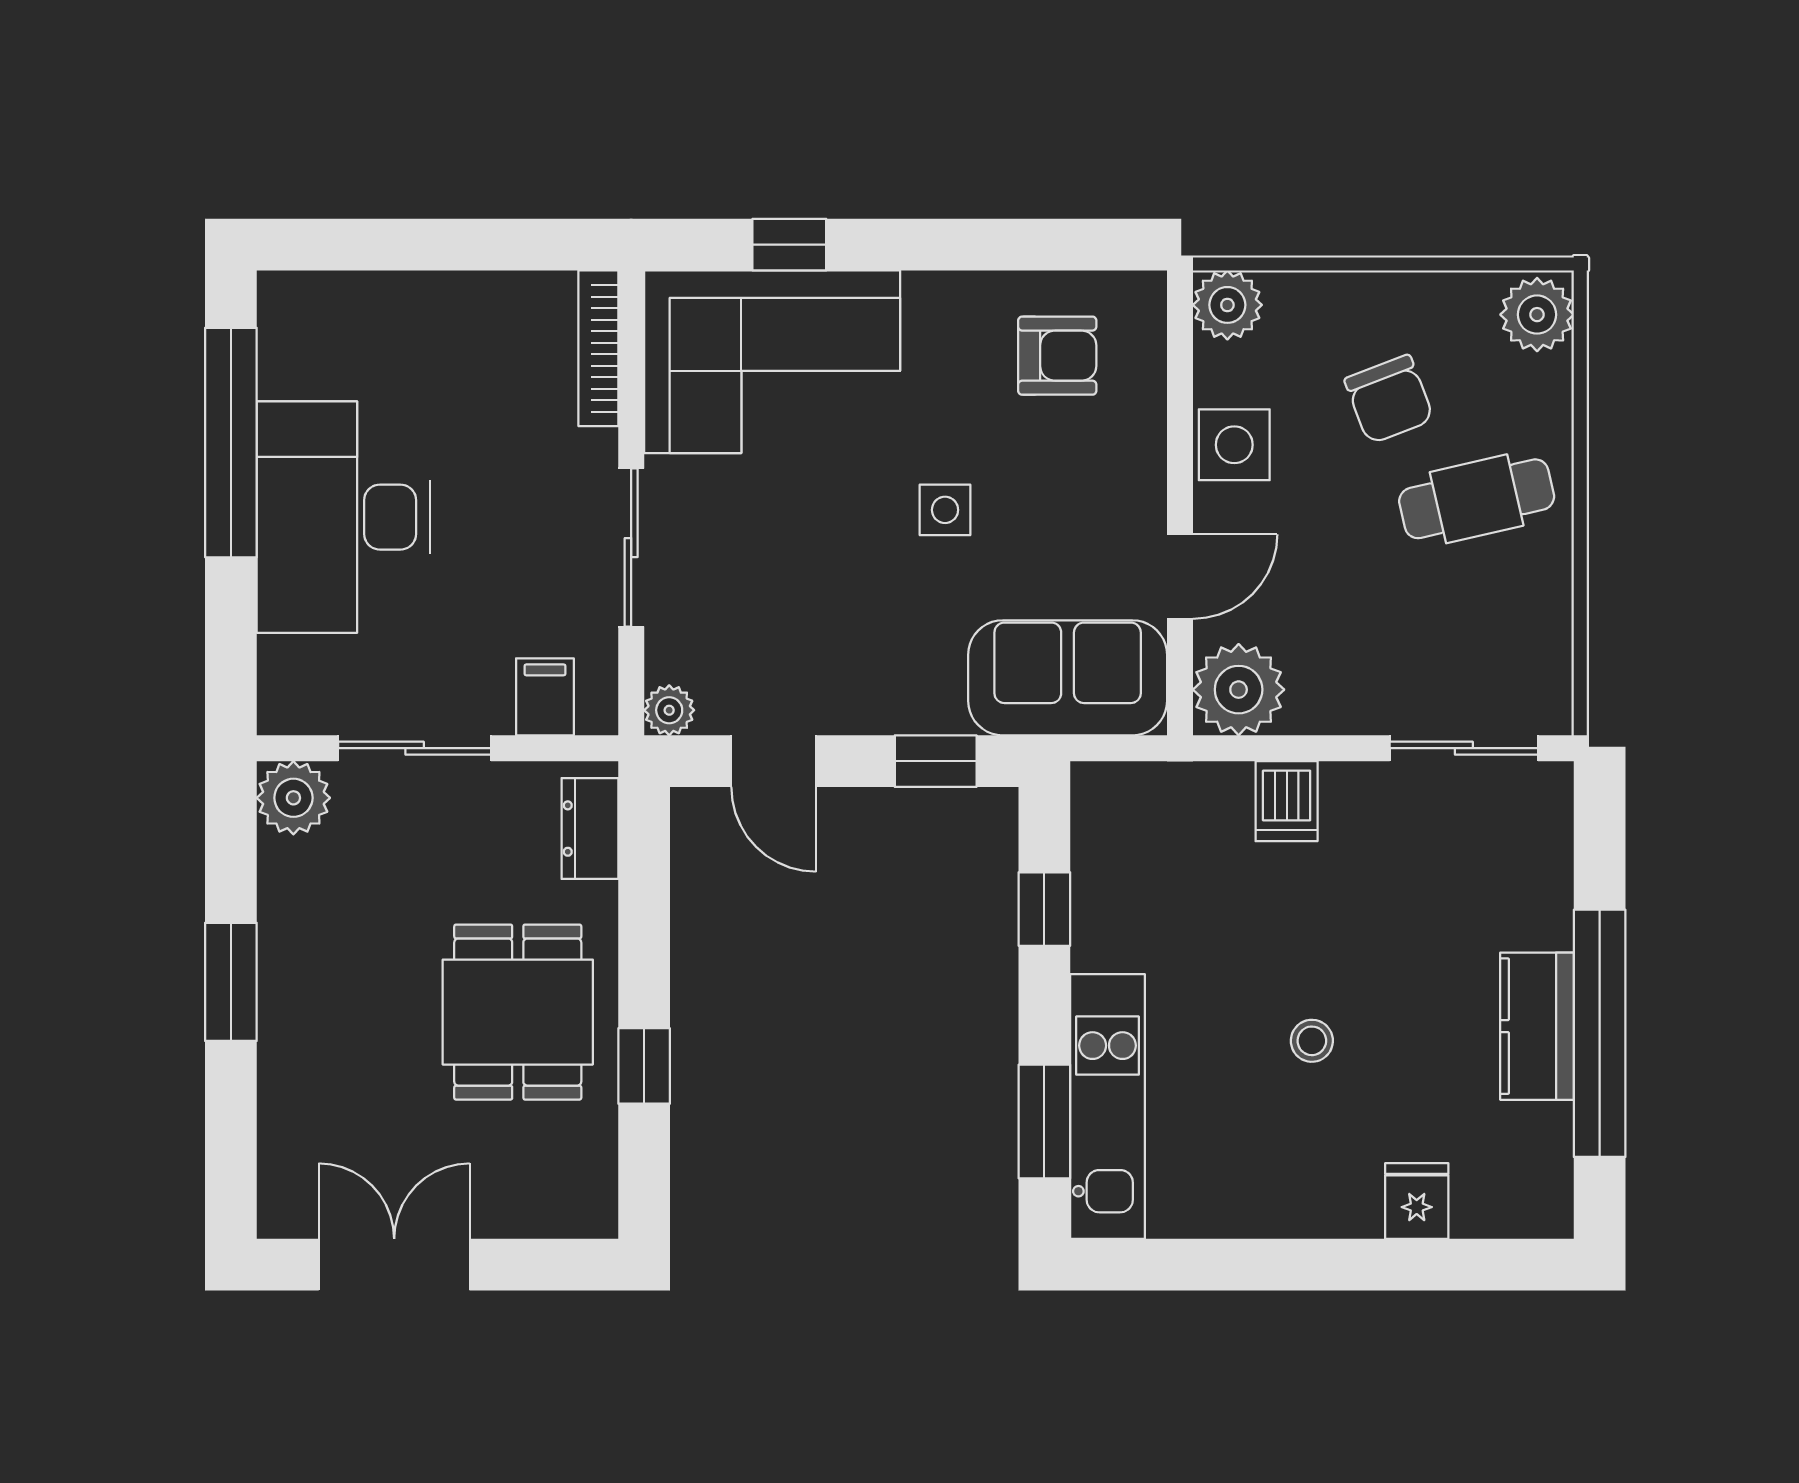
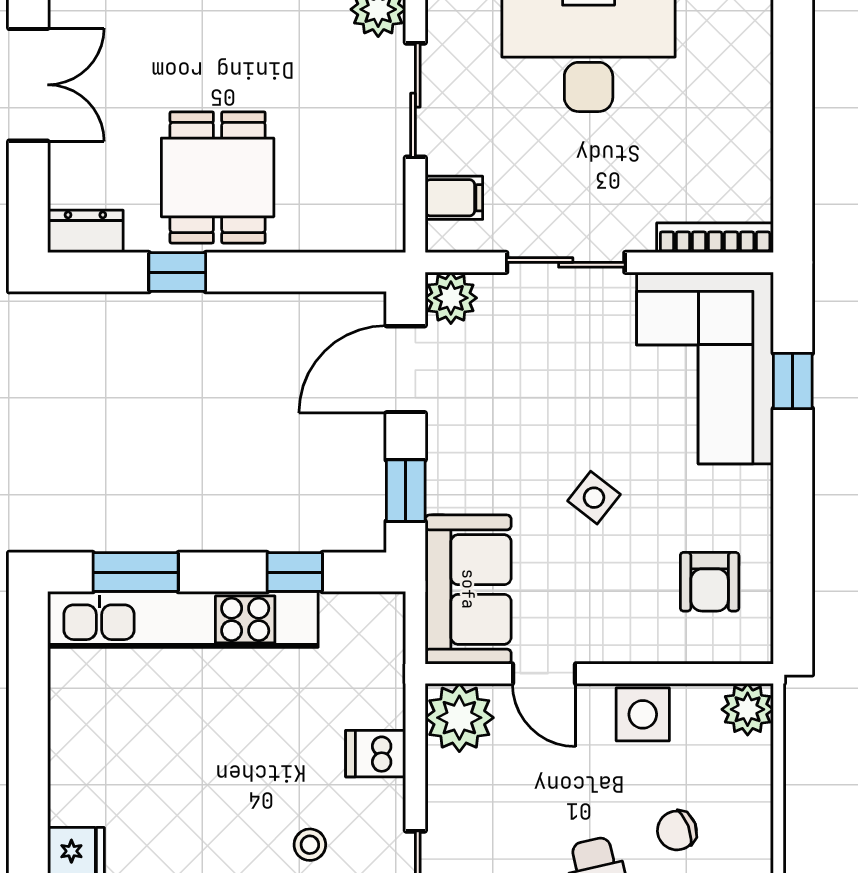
chair: (1389, 399) -> (677, 830), width x0.73, depth x0.73
side table: (945, 510) -> (594, 498), turned 38
plant: (669, 710) -> (451, 298), width x1.38, depth x1.38
door: (774, 761) -> (406, 369), width x1.38
dresser: (590, 829) -> (85, 231), moved
dining table: (518, 1012) -> (218, 177), turned 90
stool: (1312, 1041) -> (310, 845), moved
kitchen unit: (1108, 1106) -> (183, 619), width x1.36

